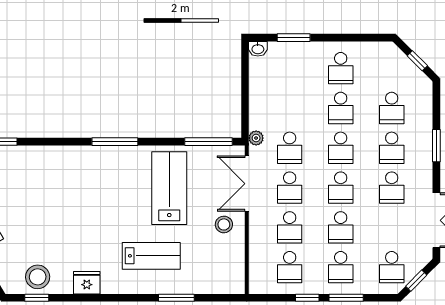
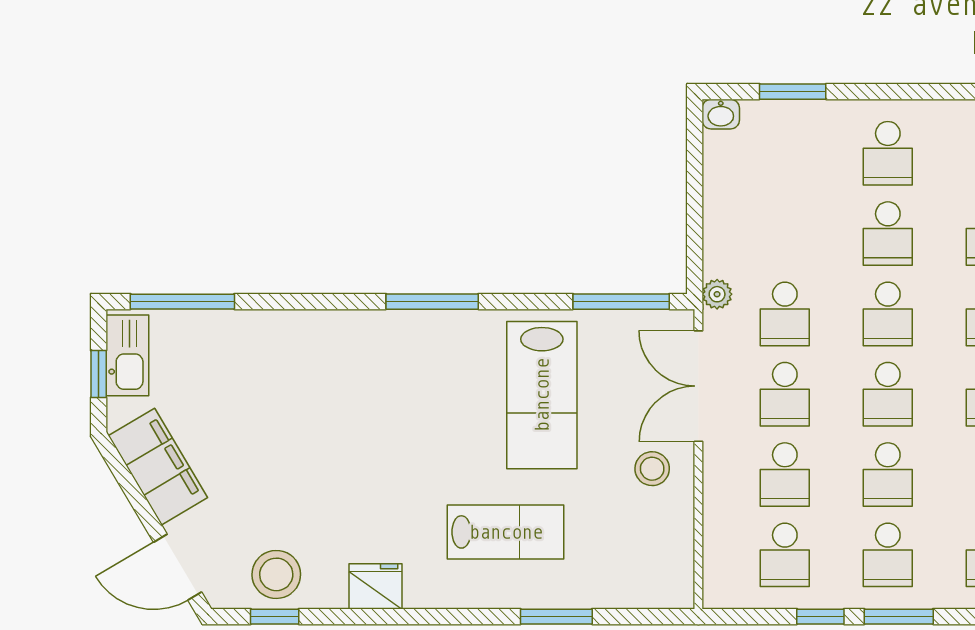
lab bench: (169, 188) -> (542, 395), turned 180

